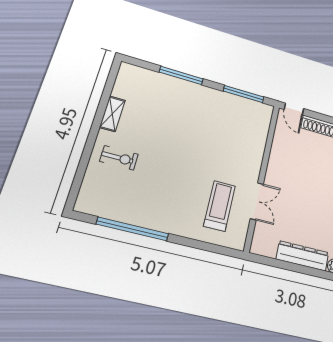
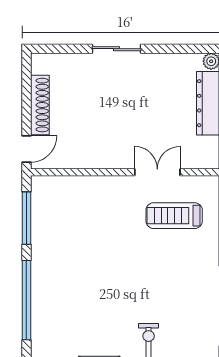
window: (181, 75) -> (26, 300), width x1.46

